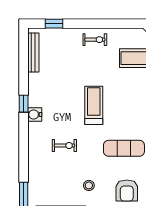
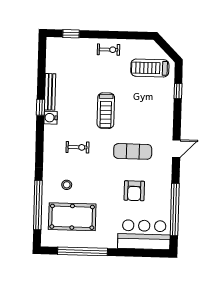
bench: (33, 53) -> (50, 92), moved
treadmill: (94, 105) -> (106, 111), turned 180
stool: (89, 185) -> (67, 185), moved

